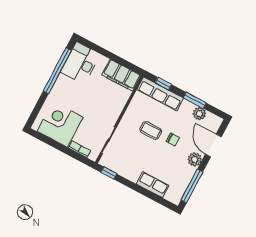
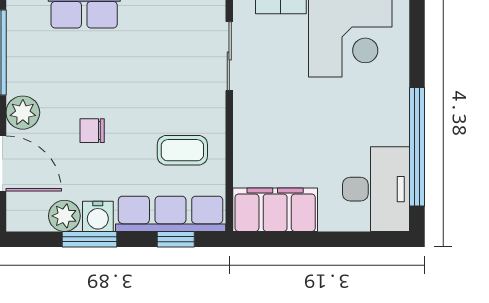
water cooler: (187, 107) -> (98, 216), added
coffee table: (151, 130) -> (182, 150), moved

